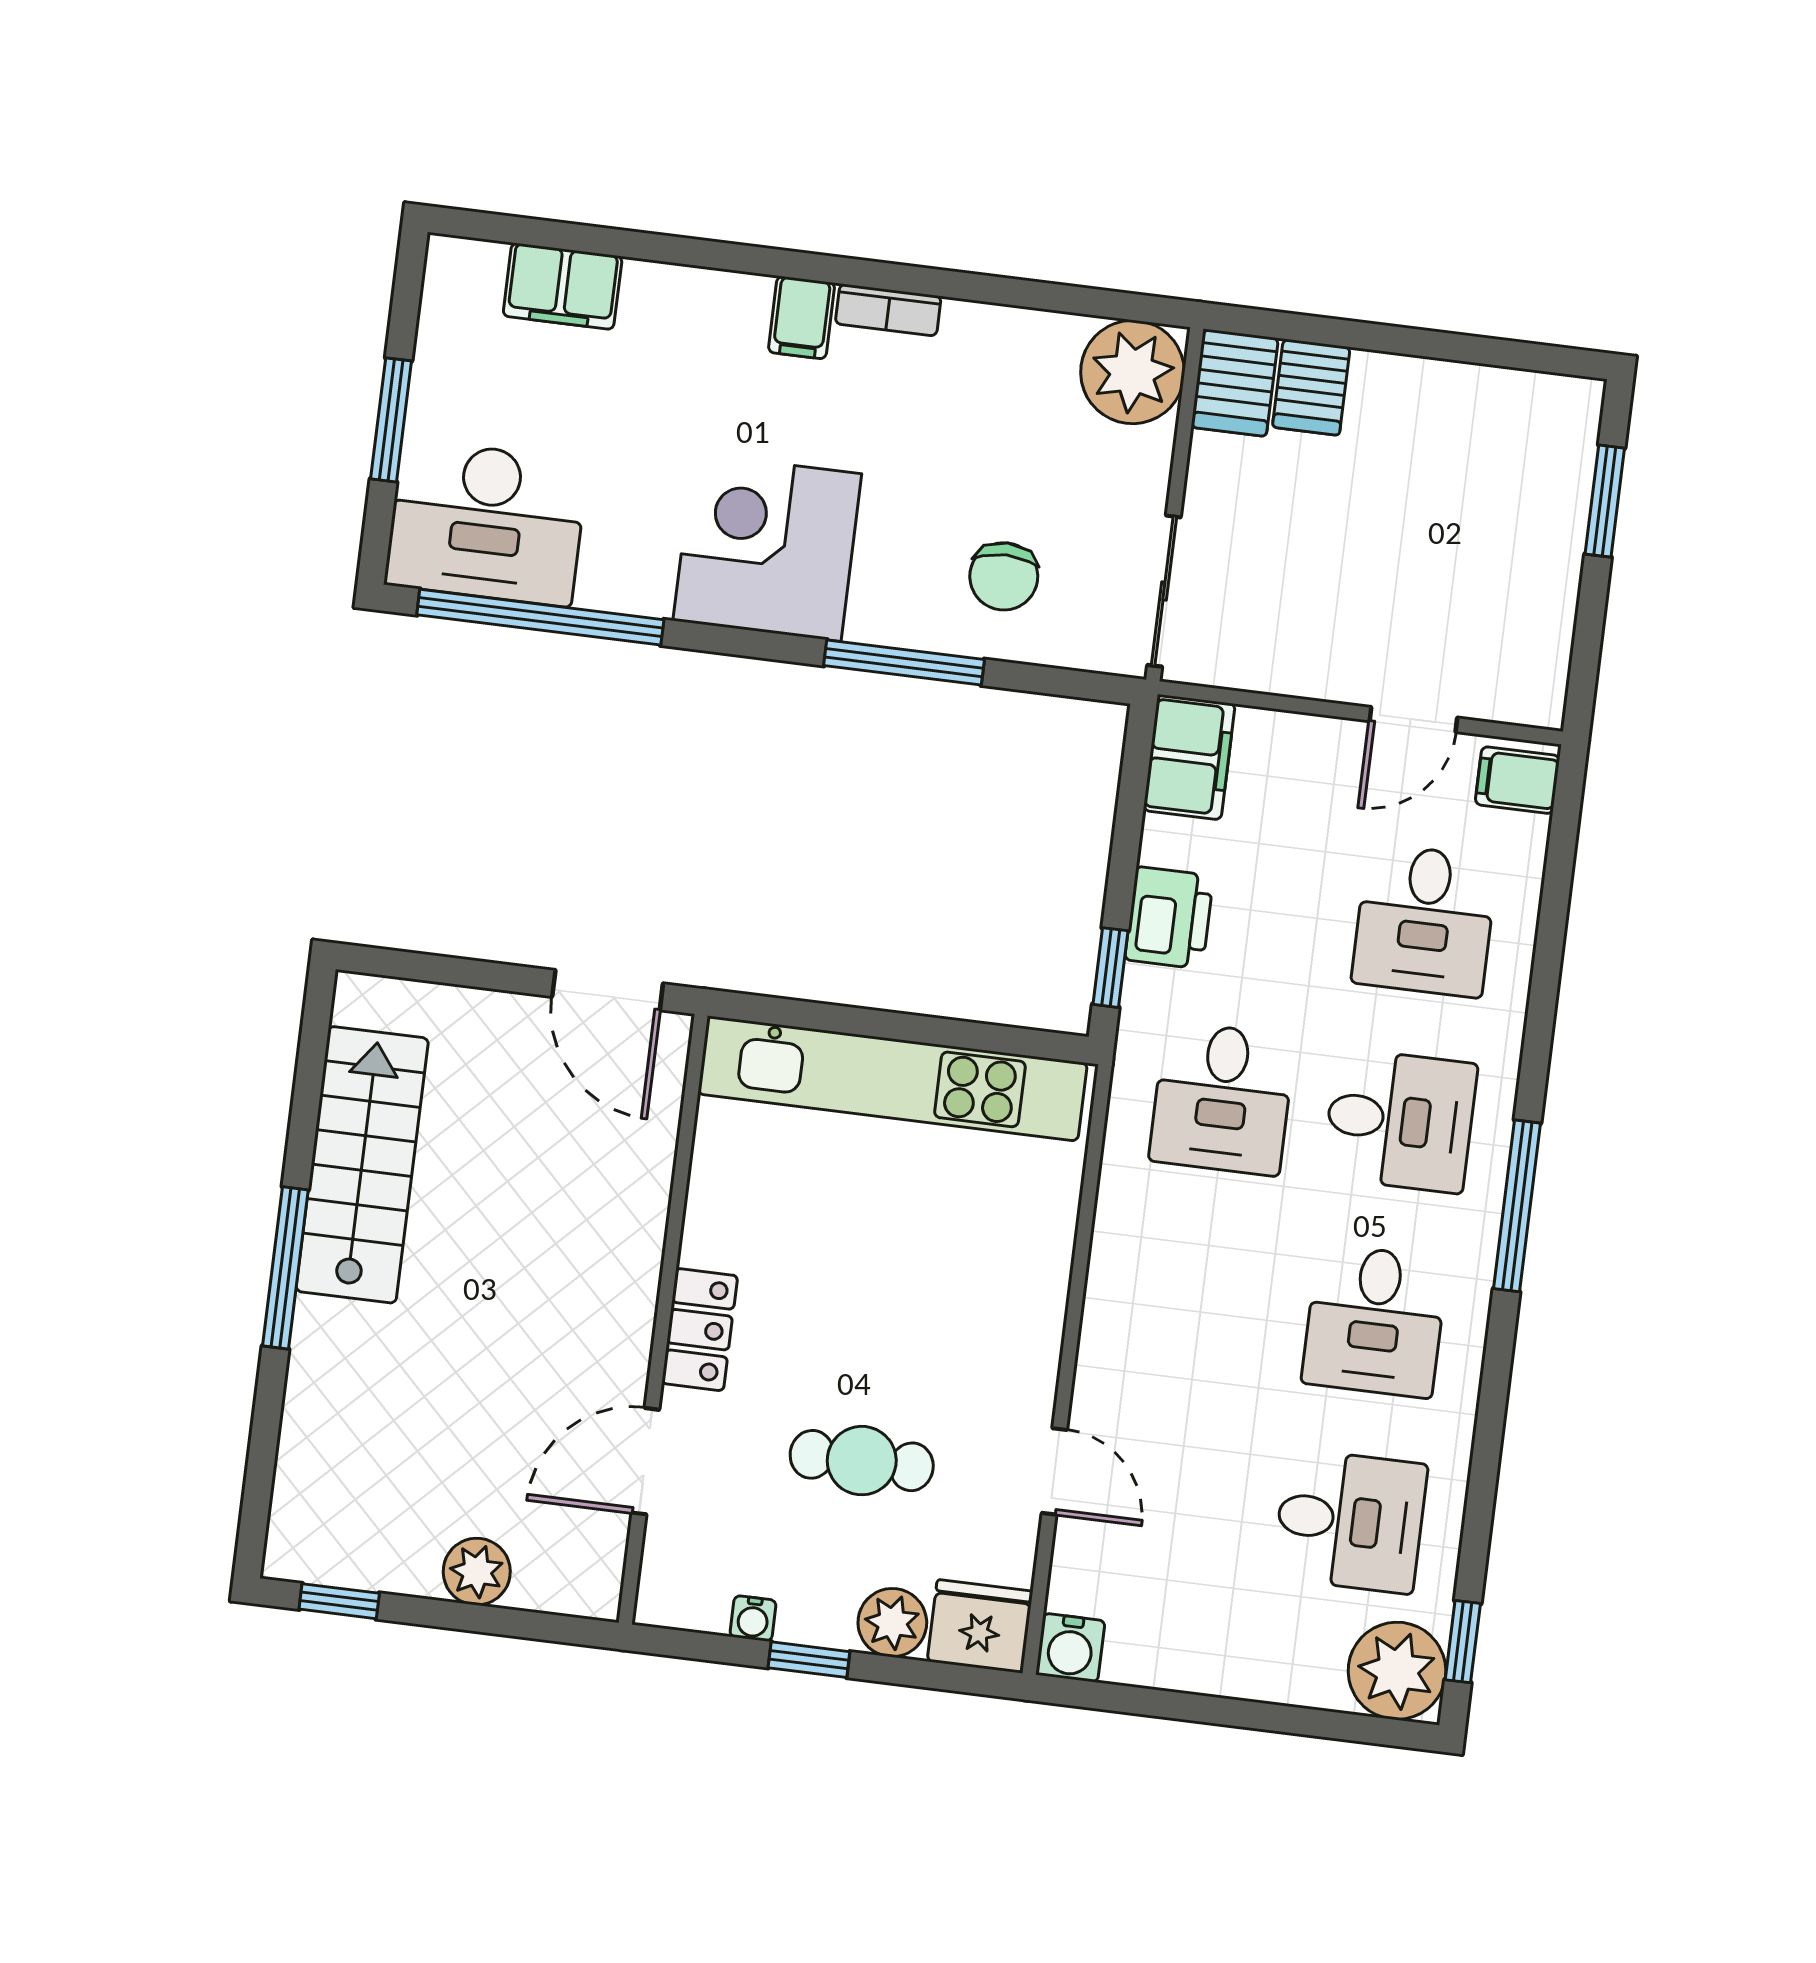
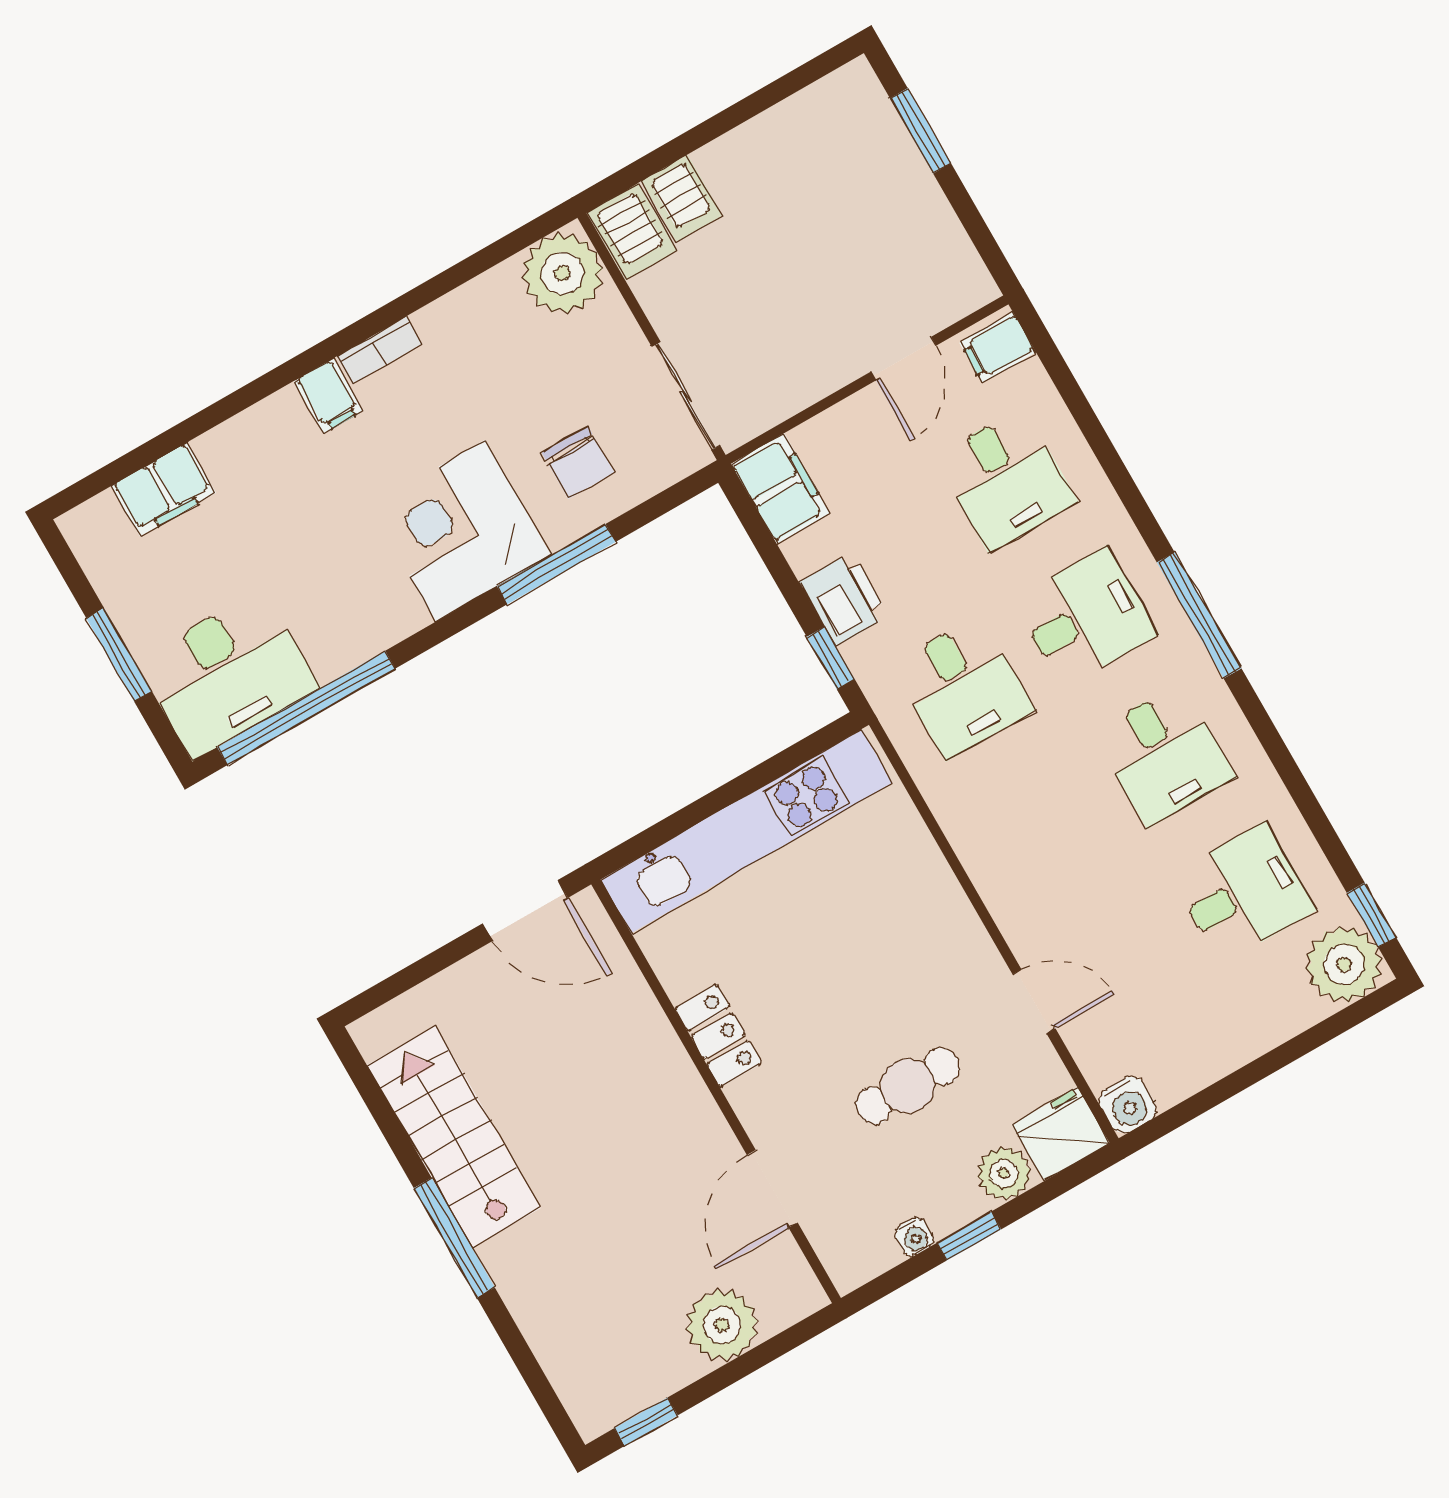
corner desk: (767, 547) -> (460, 531), moved
locker: (700, 1330) -> (718, 1036), moved
plant: (477, 1572) -> (722, 1325), width x1.36, depth x1.36

